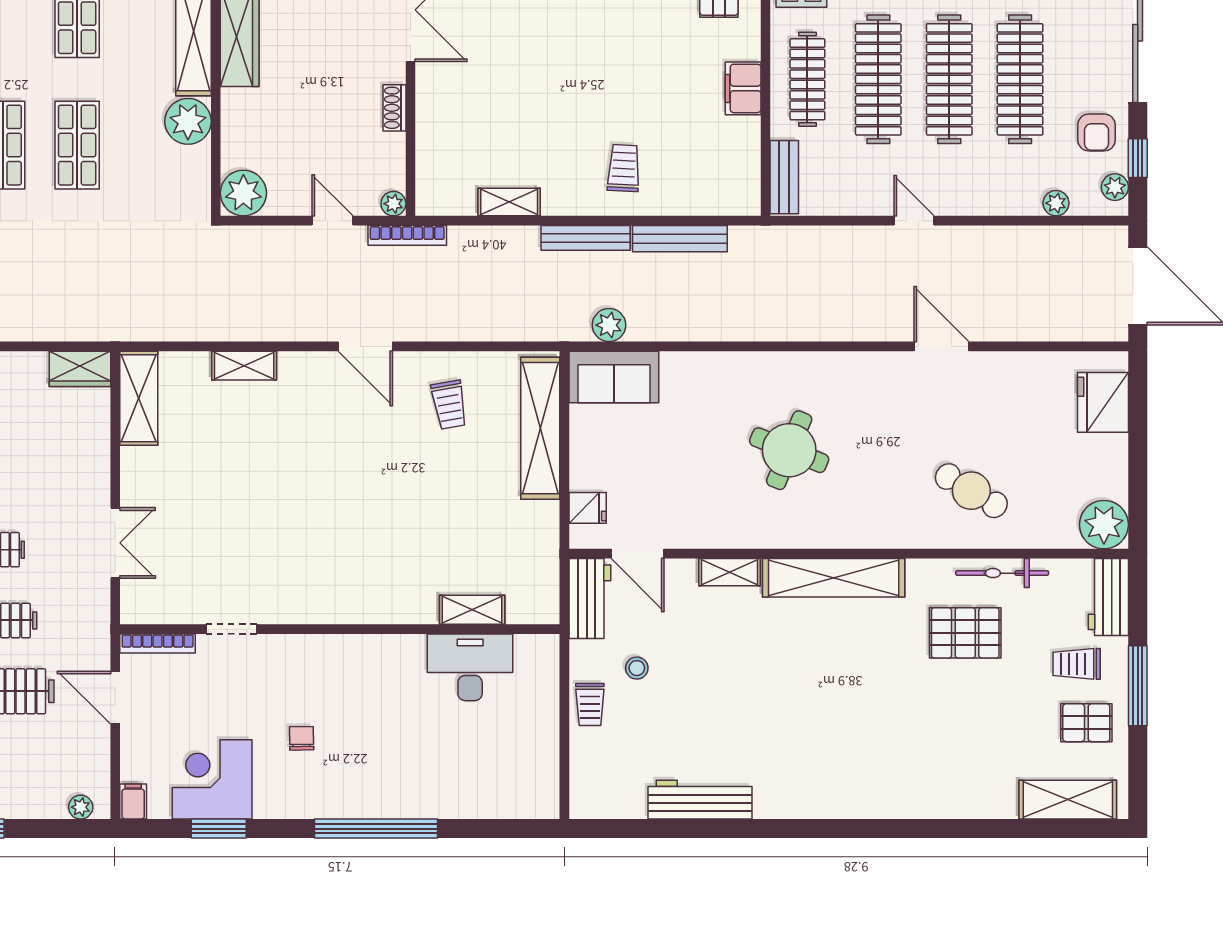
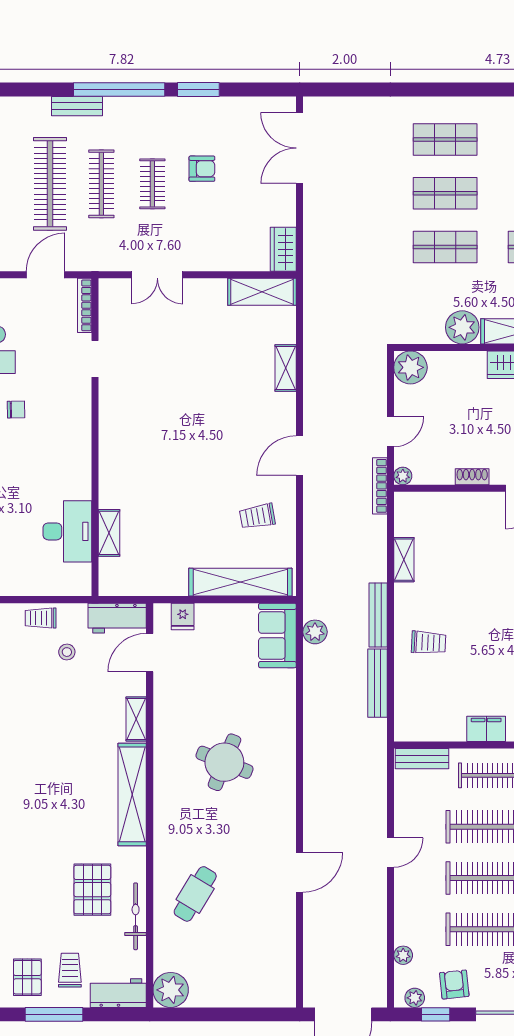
armchair: (1096, 133) -> (454, 985), turned 84
fridge: (1103, 402) -> (259, 989), removed

